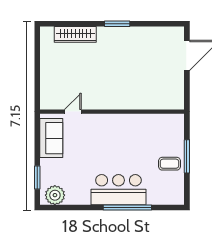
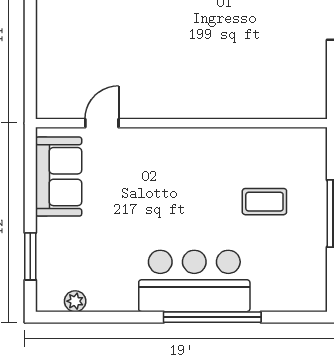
coffee table: (169, 164) -> (264, 202), moved
plant: (55, 195) -> (75, 301), width x0.53, depth x0.53

